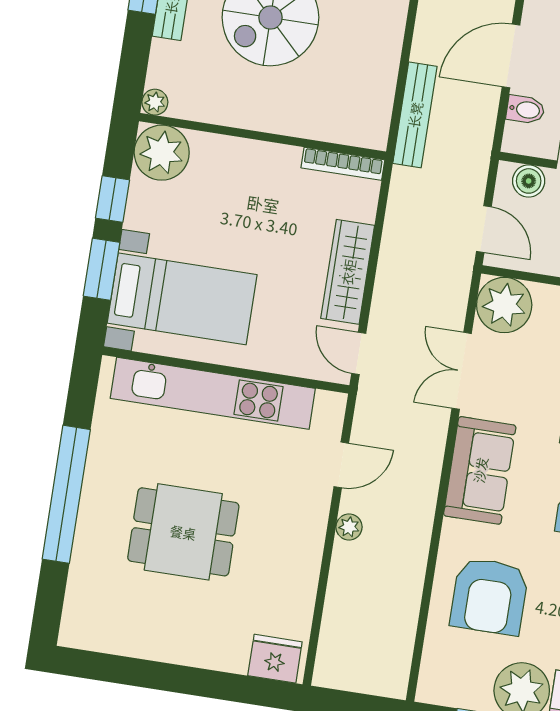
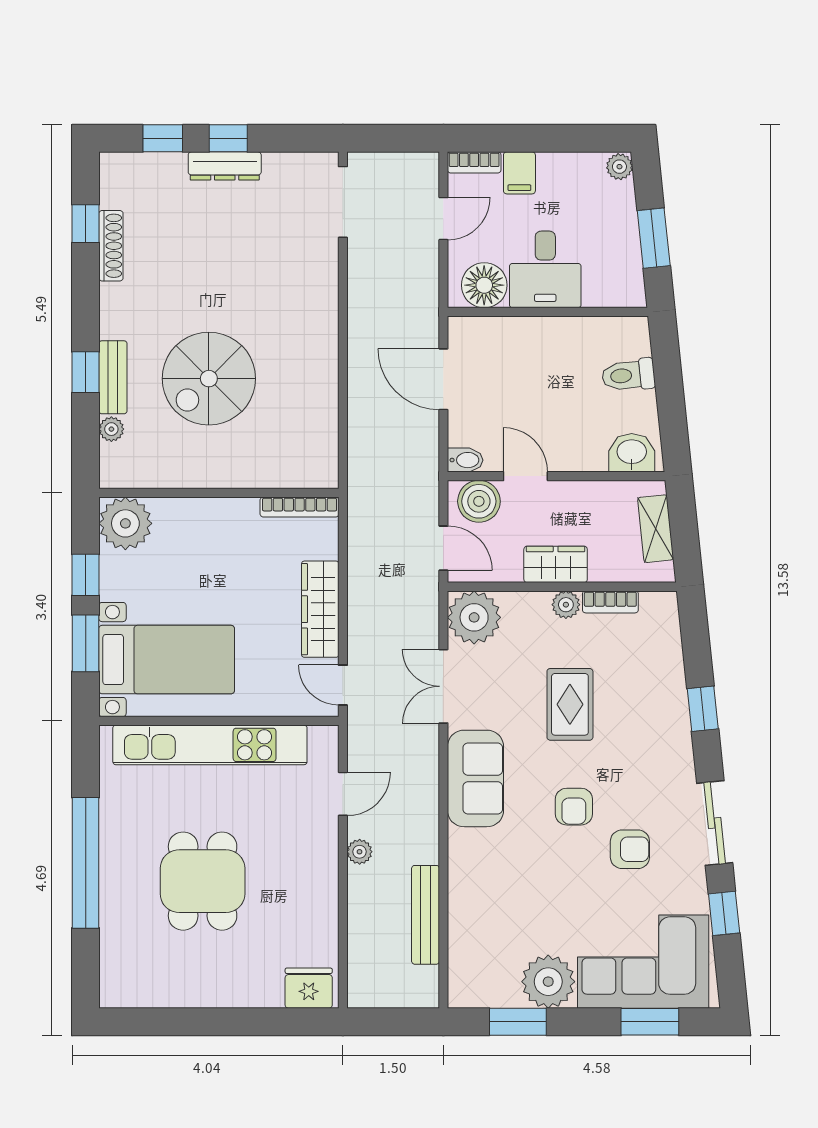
door: (511, 56) -> (443, 379), hinge flipped
plant: (155, 102) -> (111, 429), moved
bidet: (525, 110) -> (465, 460), moved
bench: (415, 115) -> (426, 915), moved
boiler: (529, 181) -> (479, 501), width x1.36, depth x1.36
dining table: (183, 532) -> (203, 881), turned 90
armchair: (489, 596) -> (503, 897), removed

